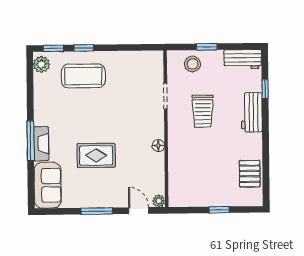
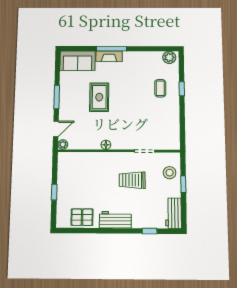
window: (53, 48) -> (181, 66), removed
coffee table: (83, 76) -> (160, 88), width x0.54, depth x0.58
workbench: (252, 112) -> (115, 220), moved

